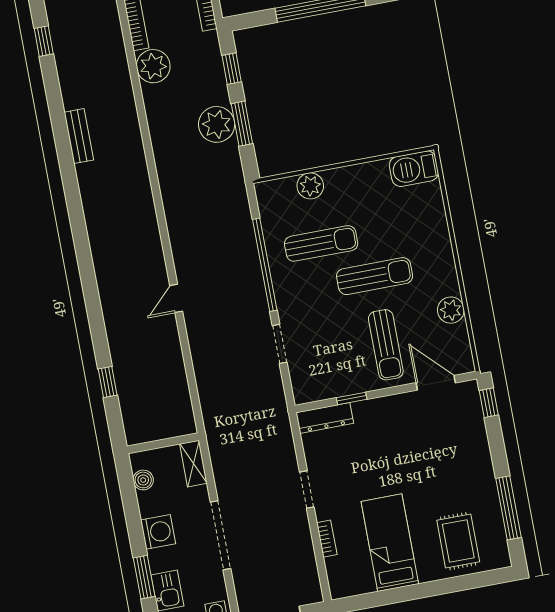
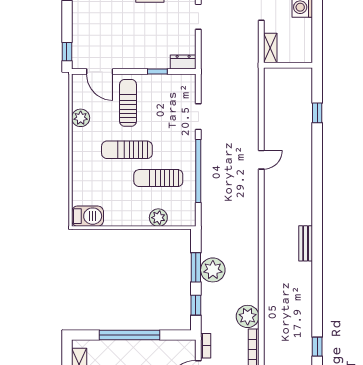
bench: (79, 136) -> (306, 243), moved
dresser: (325, 418) -> (183, 62), width x0.70
boiler: (143, 480) -> (306, 43), removed

